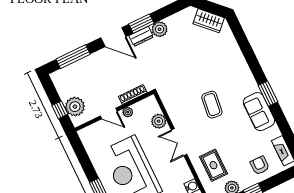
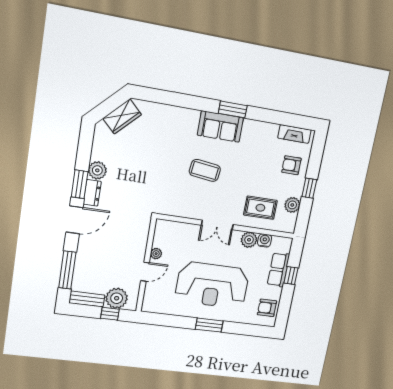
bench: (60, 85) -> (87, 299), added
shoe rack: (133, 95) -> (143, 238), removed
sofa: (259, 112) -> (220, 127), moved
plant: (159, 121) -> (249, 240), moved

